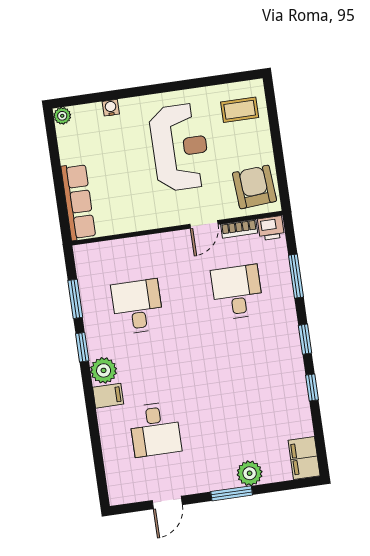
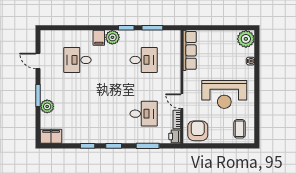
plant: (62, 116) -> (246, 39), width x1.87, depth x1.87
armchair: (254, 187) -> (198, 131), turned -86
row of seats: (78, 202) -> (190, 50), moved, turned -90

